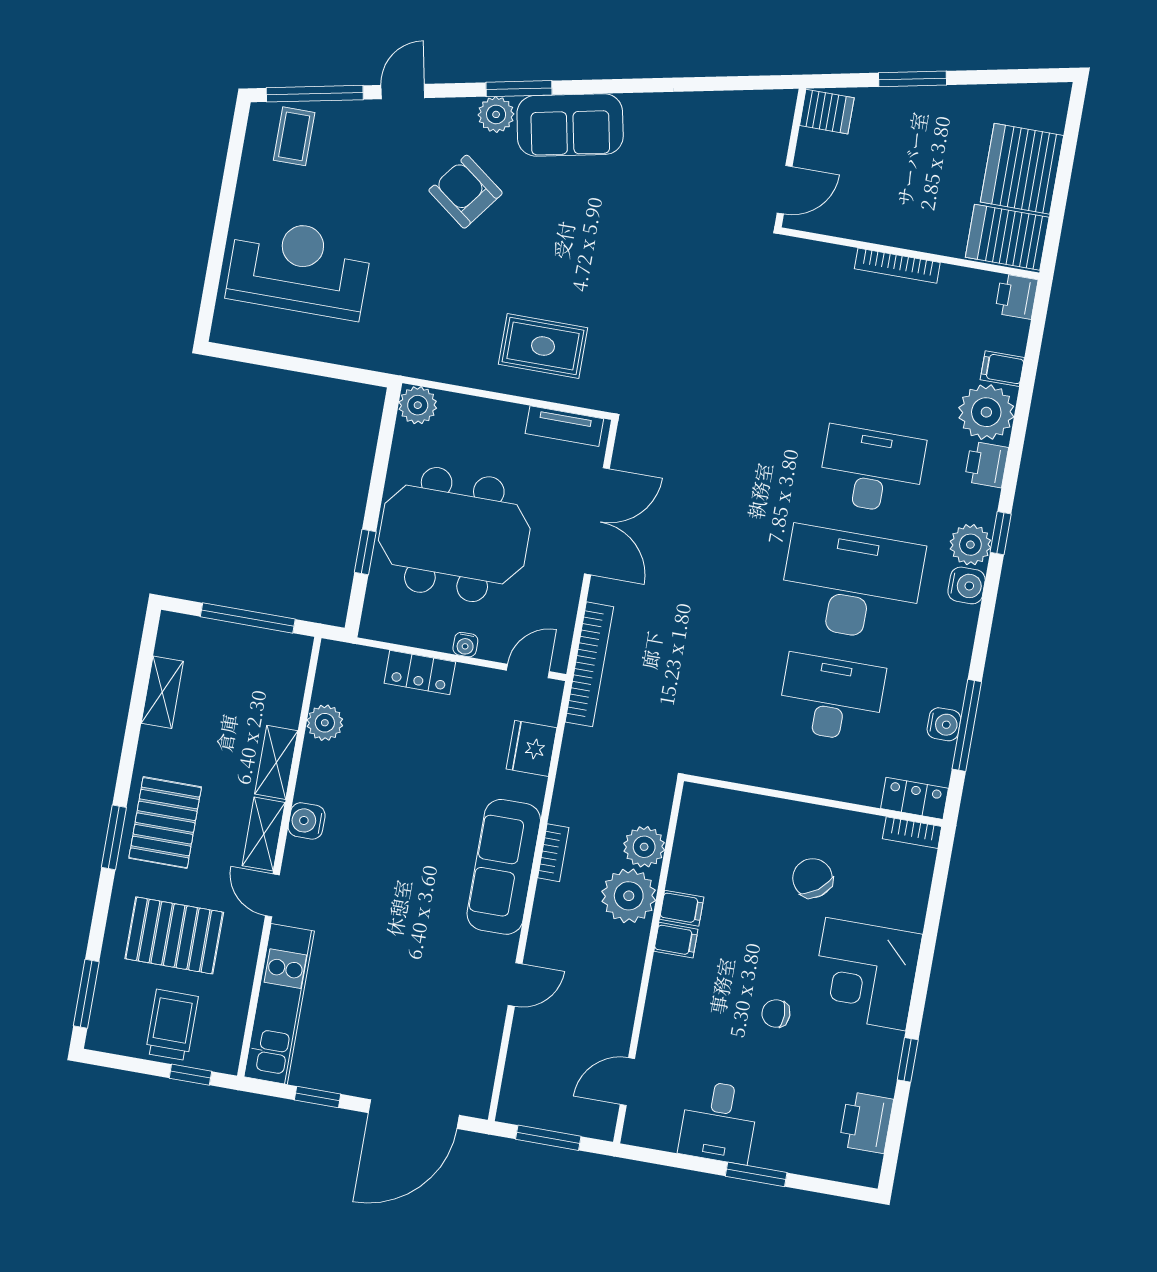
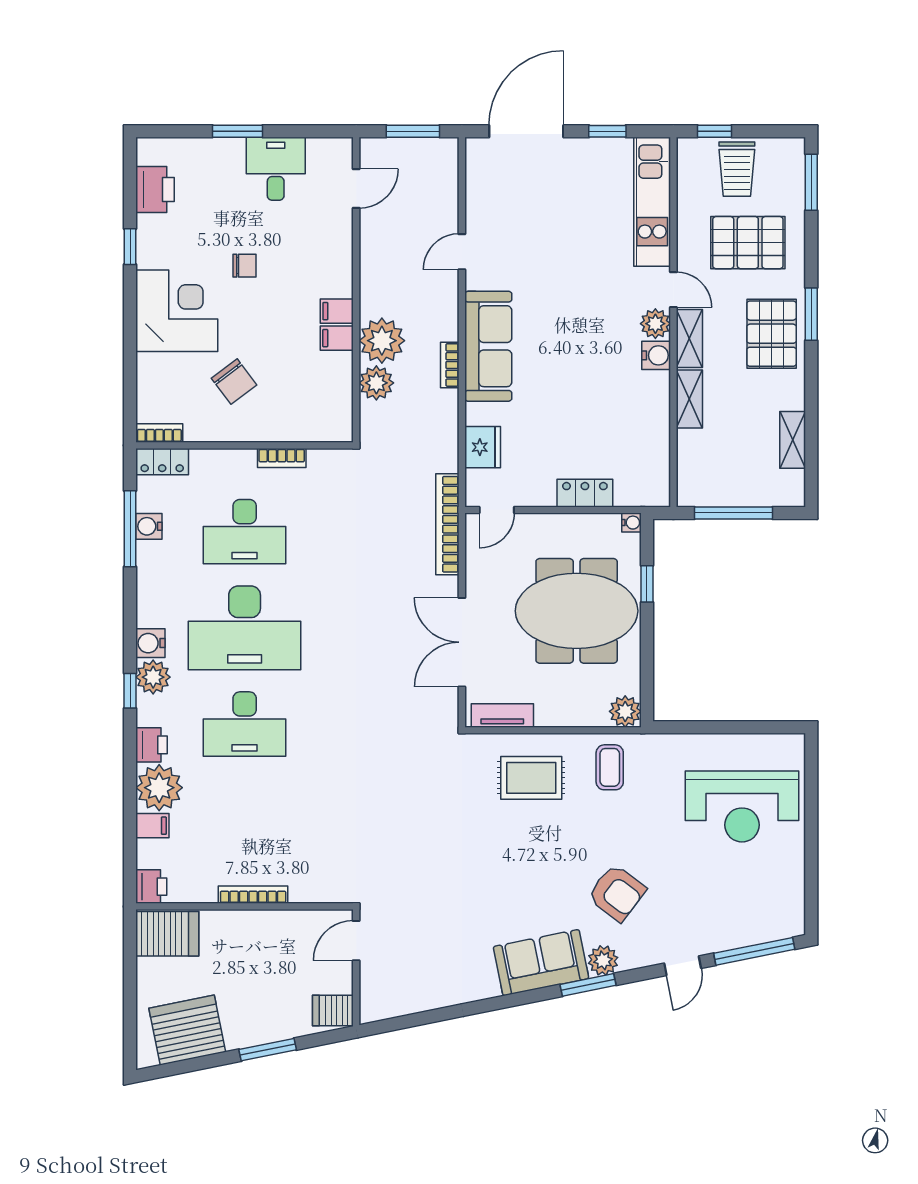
coffee table: (294, 136) -> (610, 767), moved
server rack: (1022, 169) -> (187, 1030), moved, turned -101
water cooler: (465, 645) -> (631, 523), moved, turned 90
plant: (325, 723) -> (655, 324), moved
bookcase: (772, 778) -> (282, 458), added

